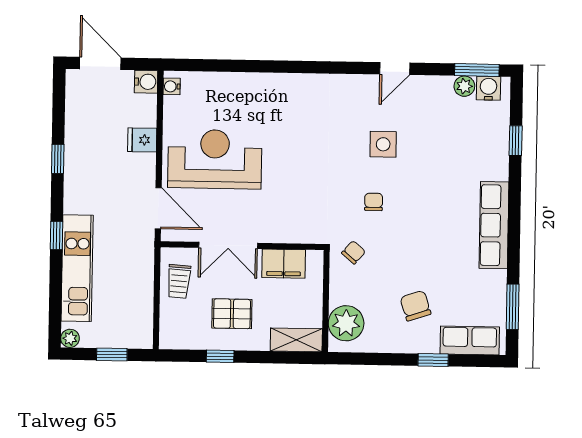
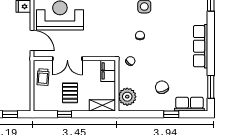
filing cabinet: (284, 264) -> (108, 71), moved, turned 90
pallet: (232, 314) -> (70, 93), turned 90

